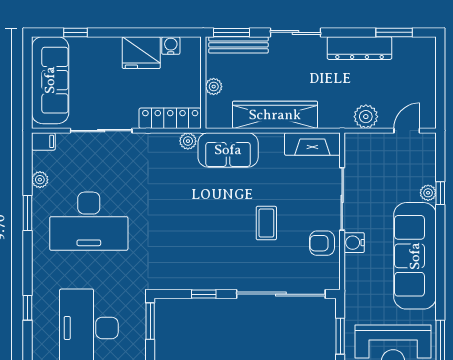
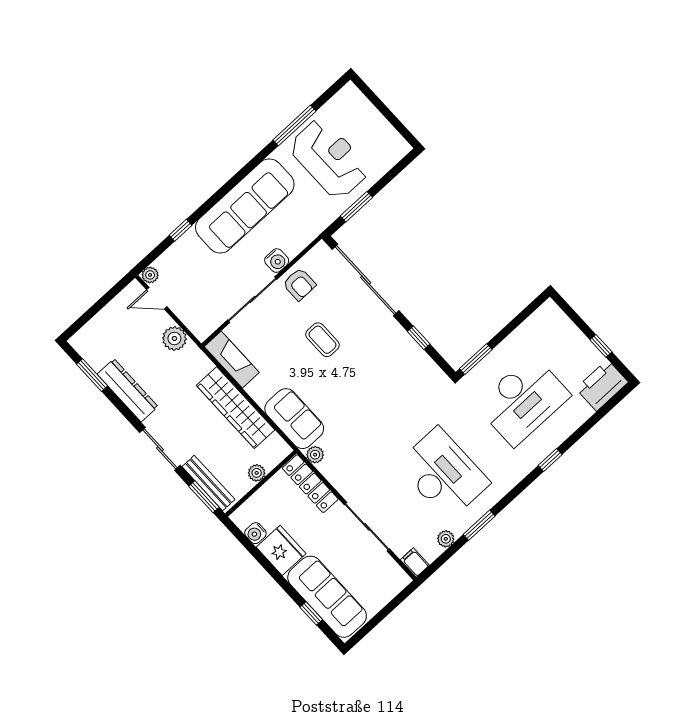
sofa: (50, 80) -> (327, 597), moved, turned 90
plant: (428, 193) -> (150, 275), moved
coffee table: (266, 223) -> (322, 340), turned 90

